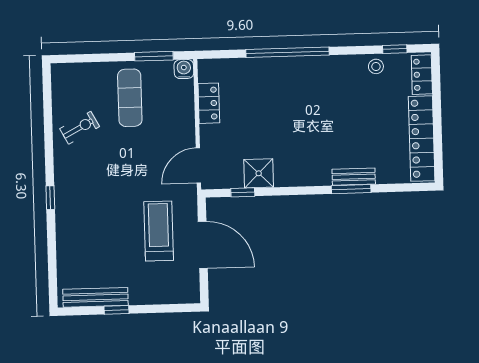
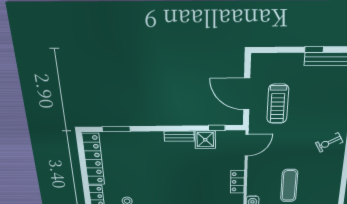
exercise bike: (80, 128) -> (329, 142), moved
bench: (354, 177) -> (179, 136), moved
window: (351, 189) -> (116, 129), moved

